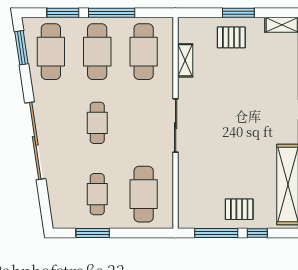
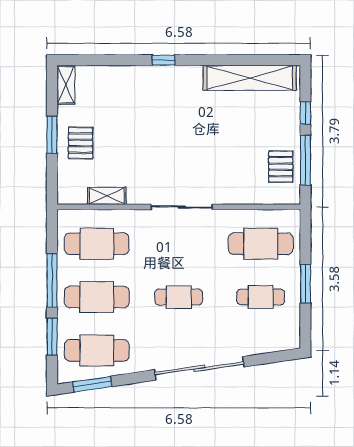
pallet: (239, 209) -> (281, 167), moved
window: (93, 233) -> (305, 284), moved

